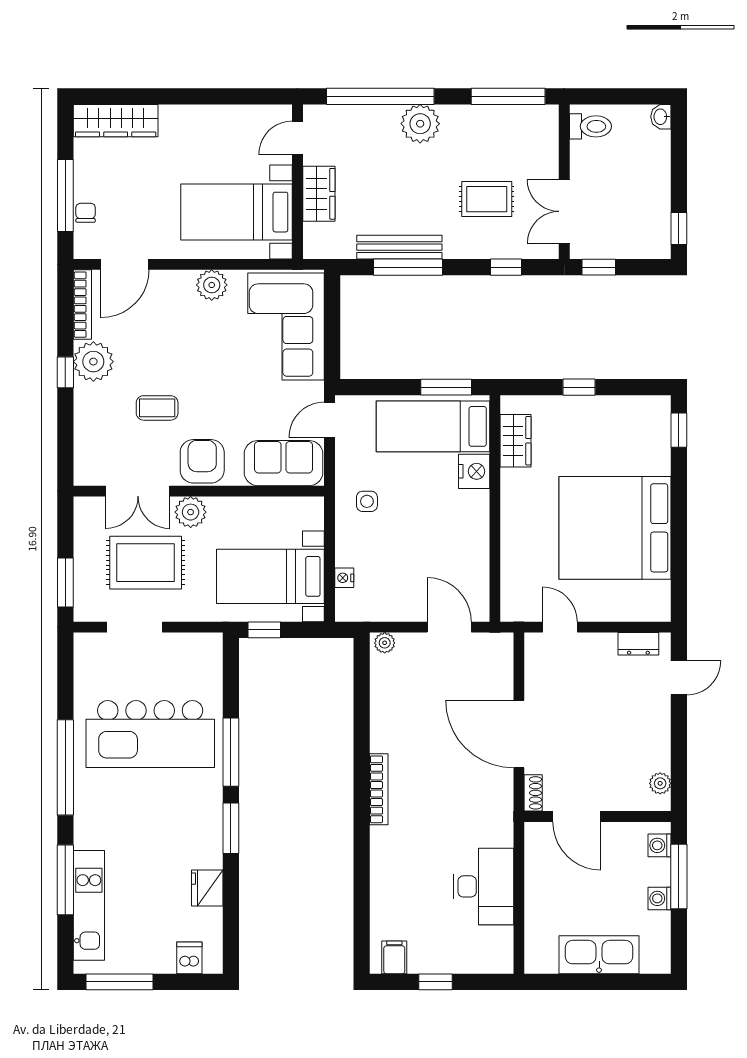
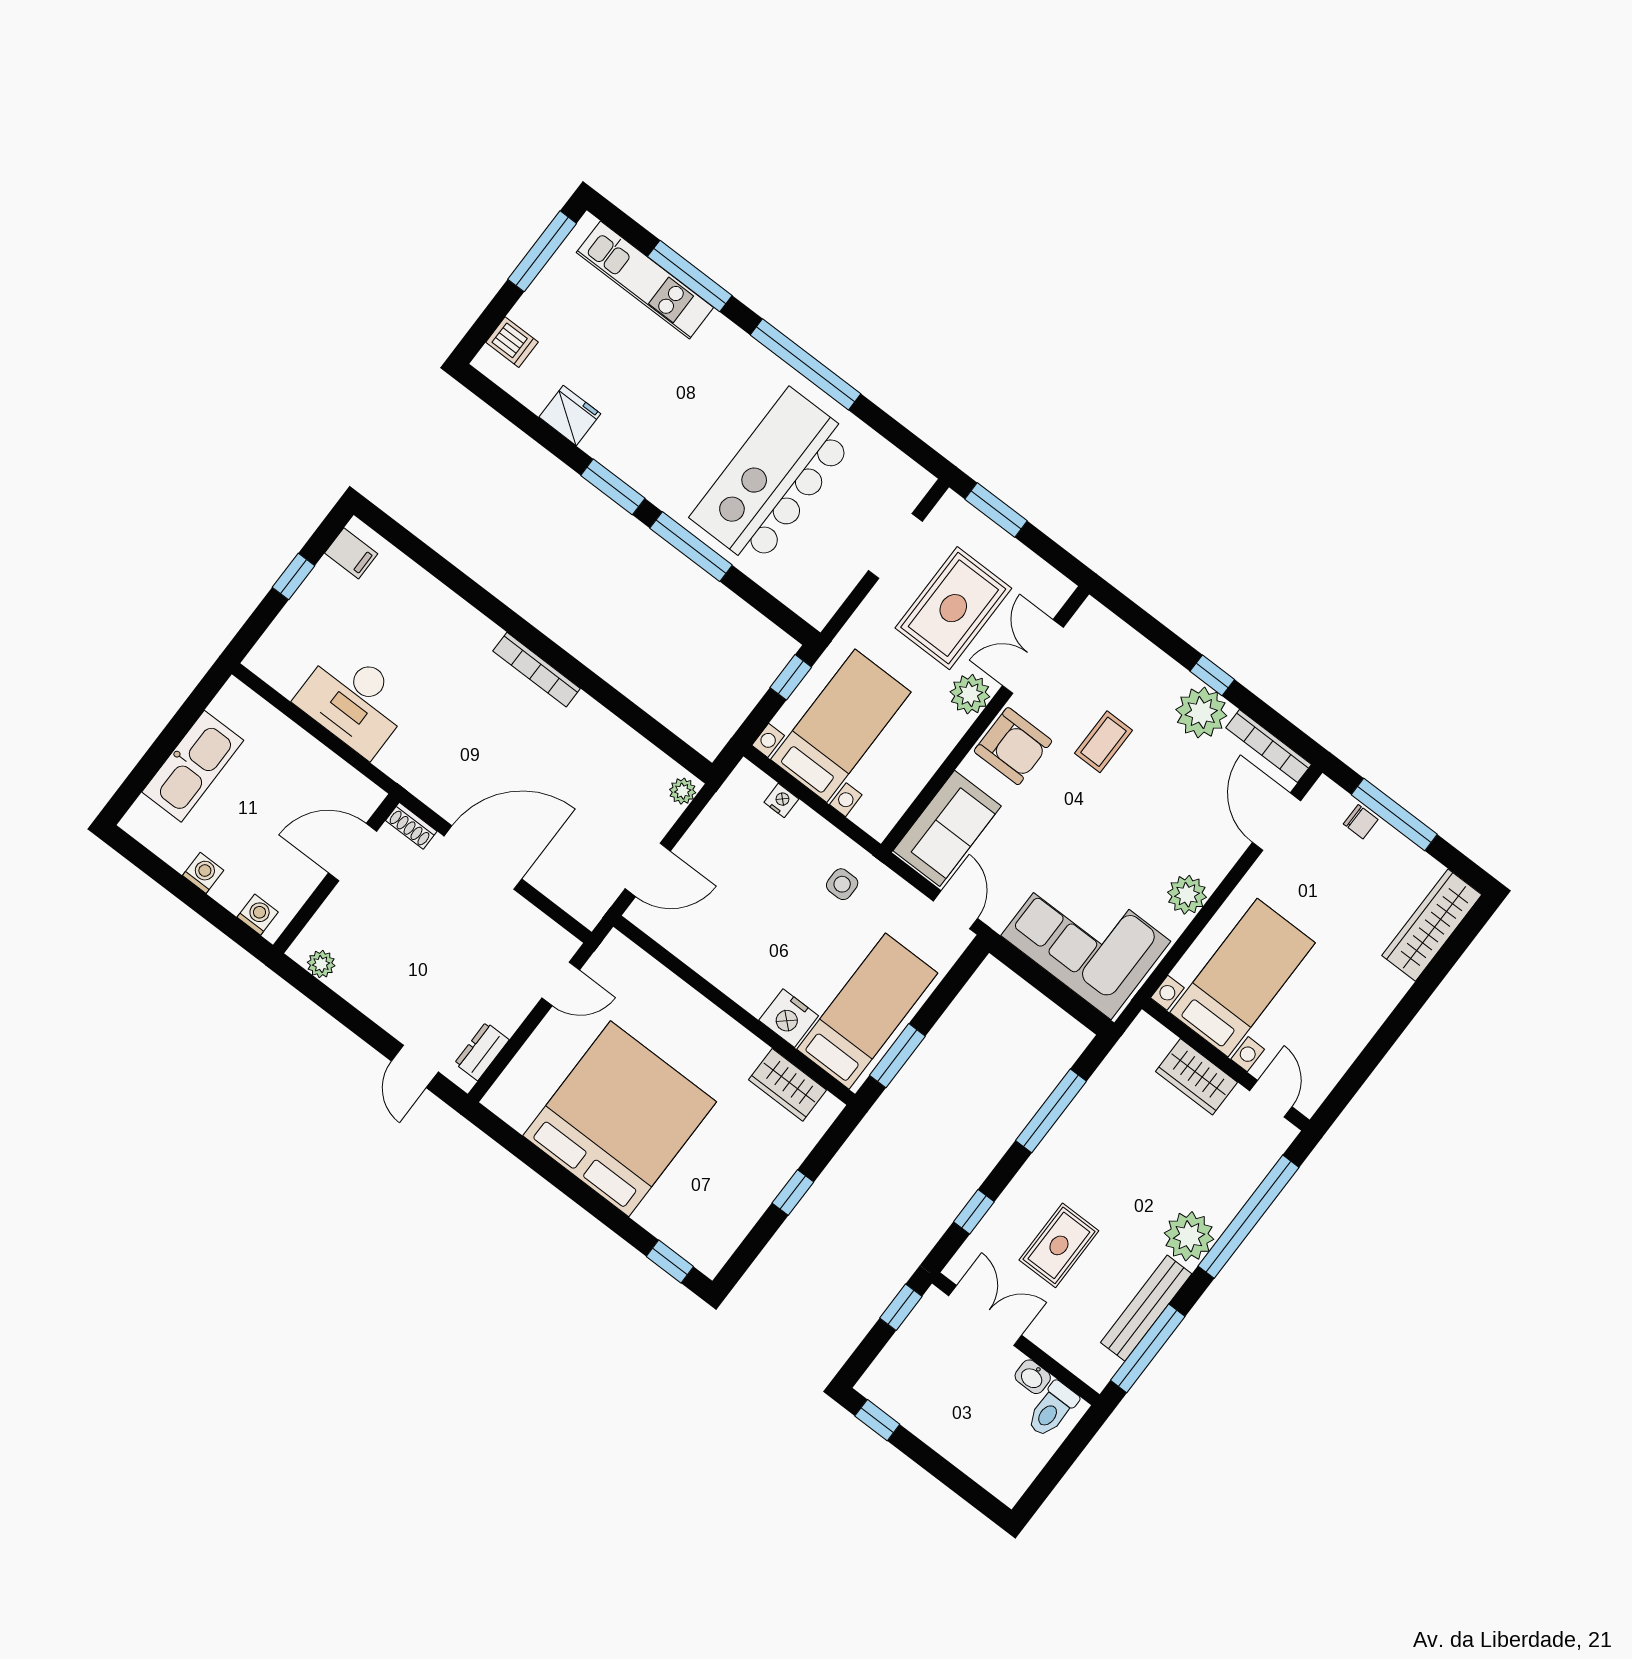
washbasin: (661, 117) -> (1033, 1377), moved, turned 180
bench: (399, 247) -> (1146, 1308), moved
window: (679, 877) -> (210, 910), removed

